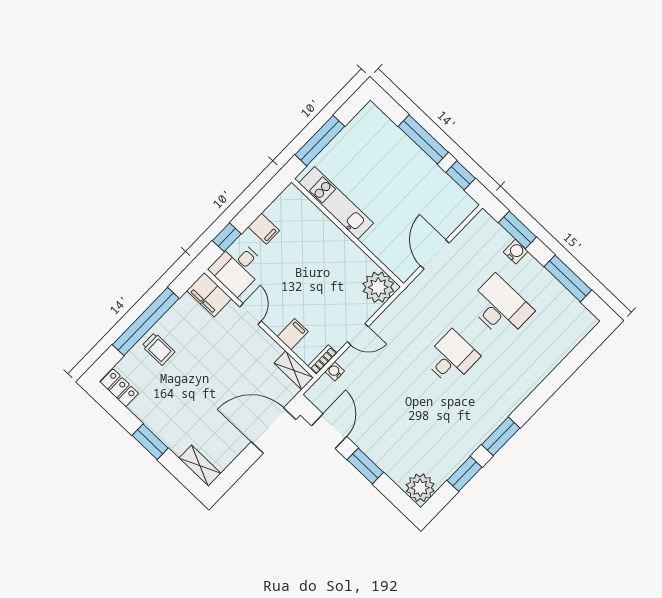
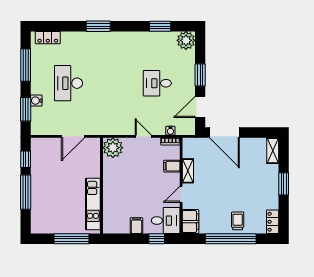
locker: (575, 334) -> (48, 38), added
desk: (452, 358) -> (157, 83), moved
shelving: (294, 370) -> (188, 171), moved
window: (501, 436) -> (98, 26), moved

